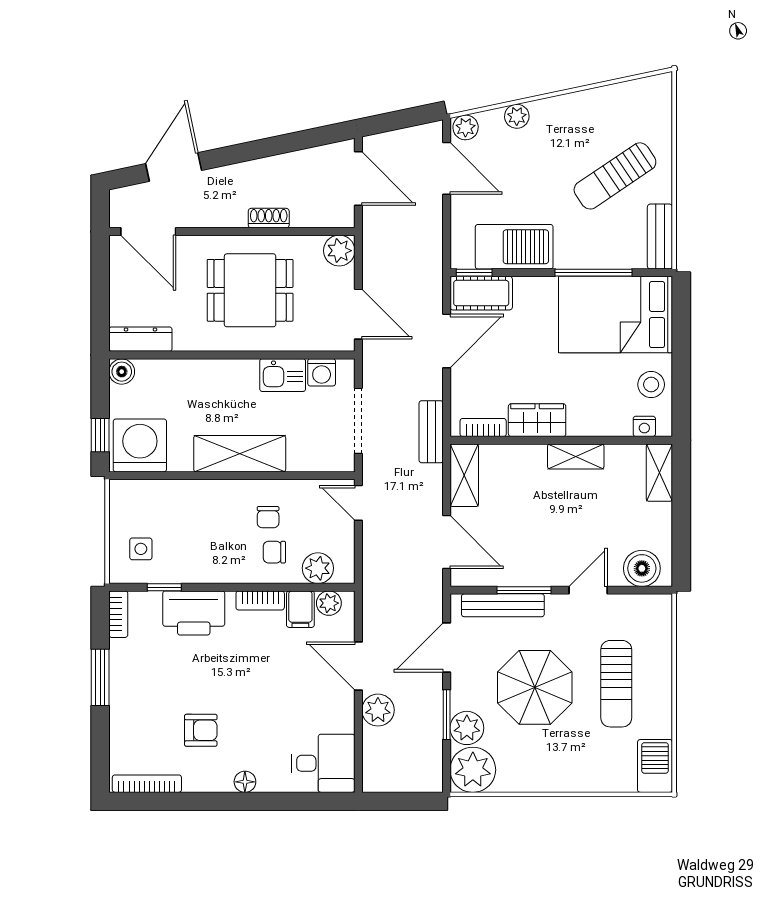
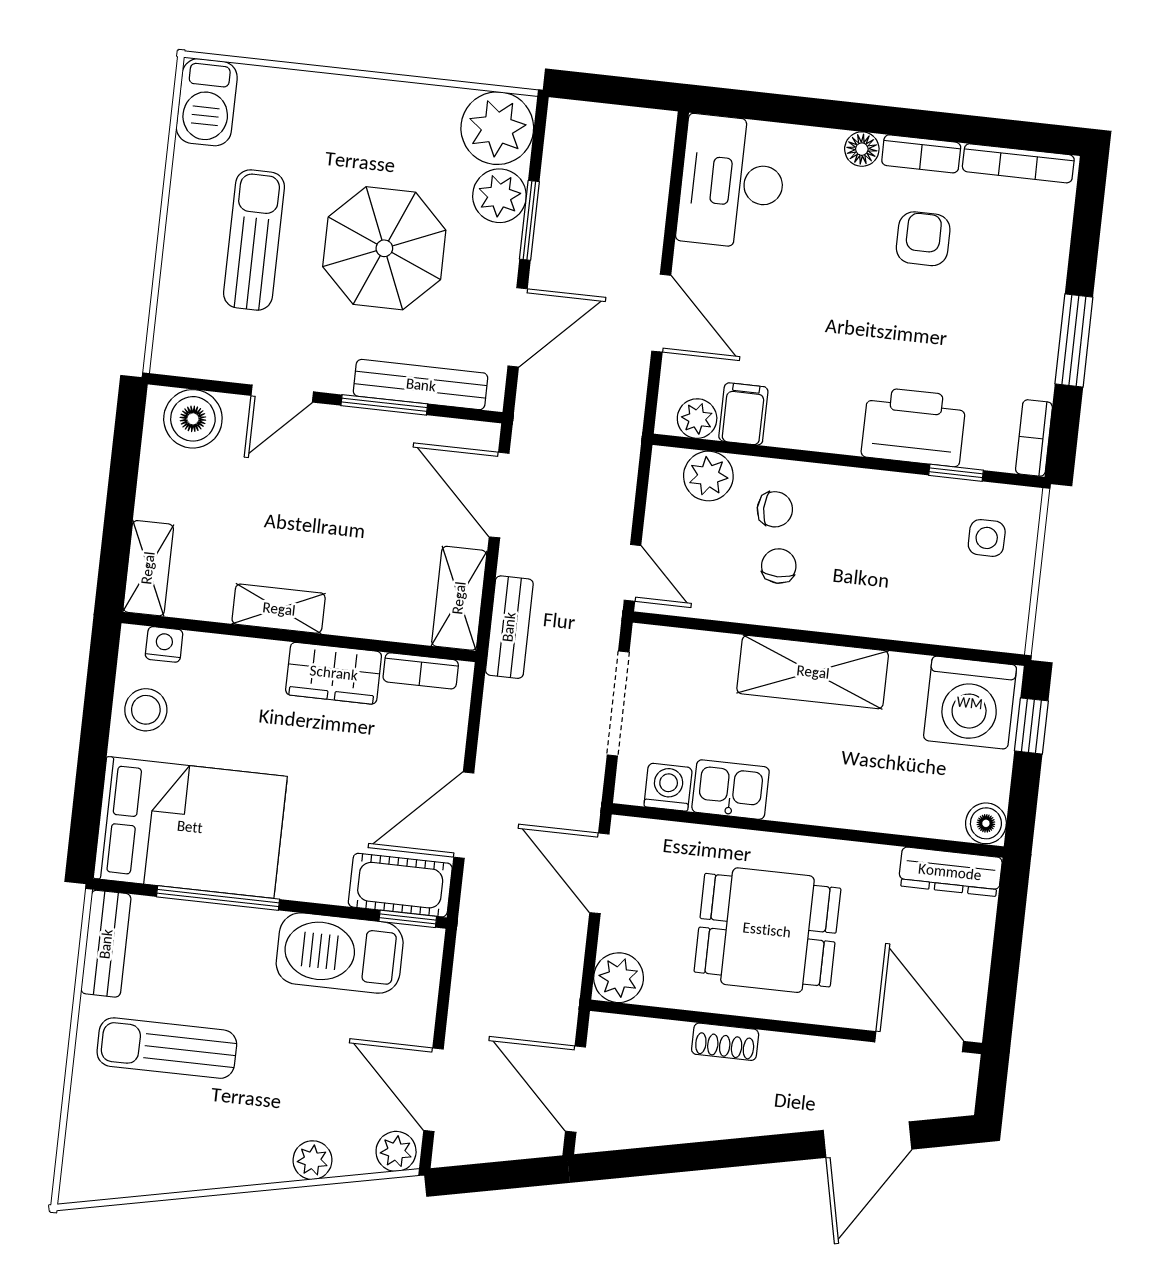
sun lounger: (615, 176) -> (167, 1048), turned -146
bench: (431, 432) -> (509, 627), moved
bookcase: (260, 600) -> (921, 154), moved, turned 180
plant: (378, 710) -> (638, 240), removed
armchair: (201, 730) -> (923, 239), turned 90
desk: (323, 763) -> (732, 182), width x1.37

